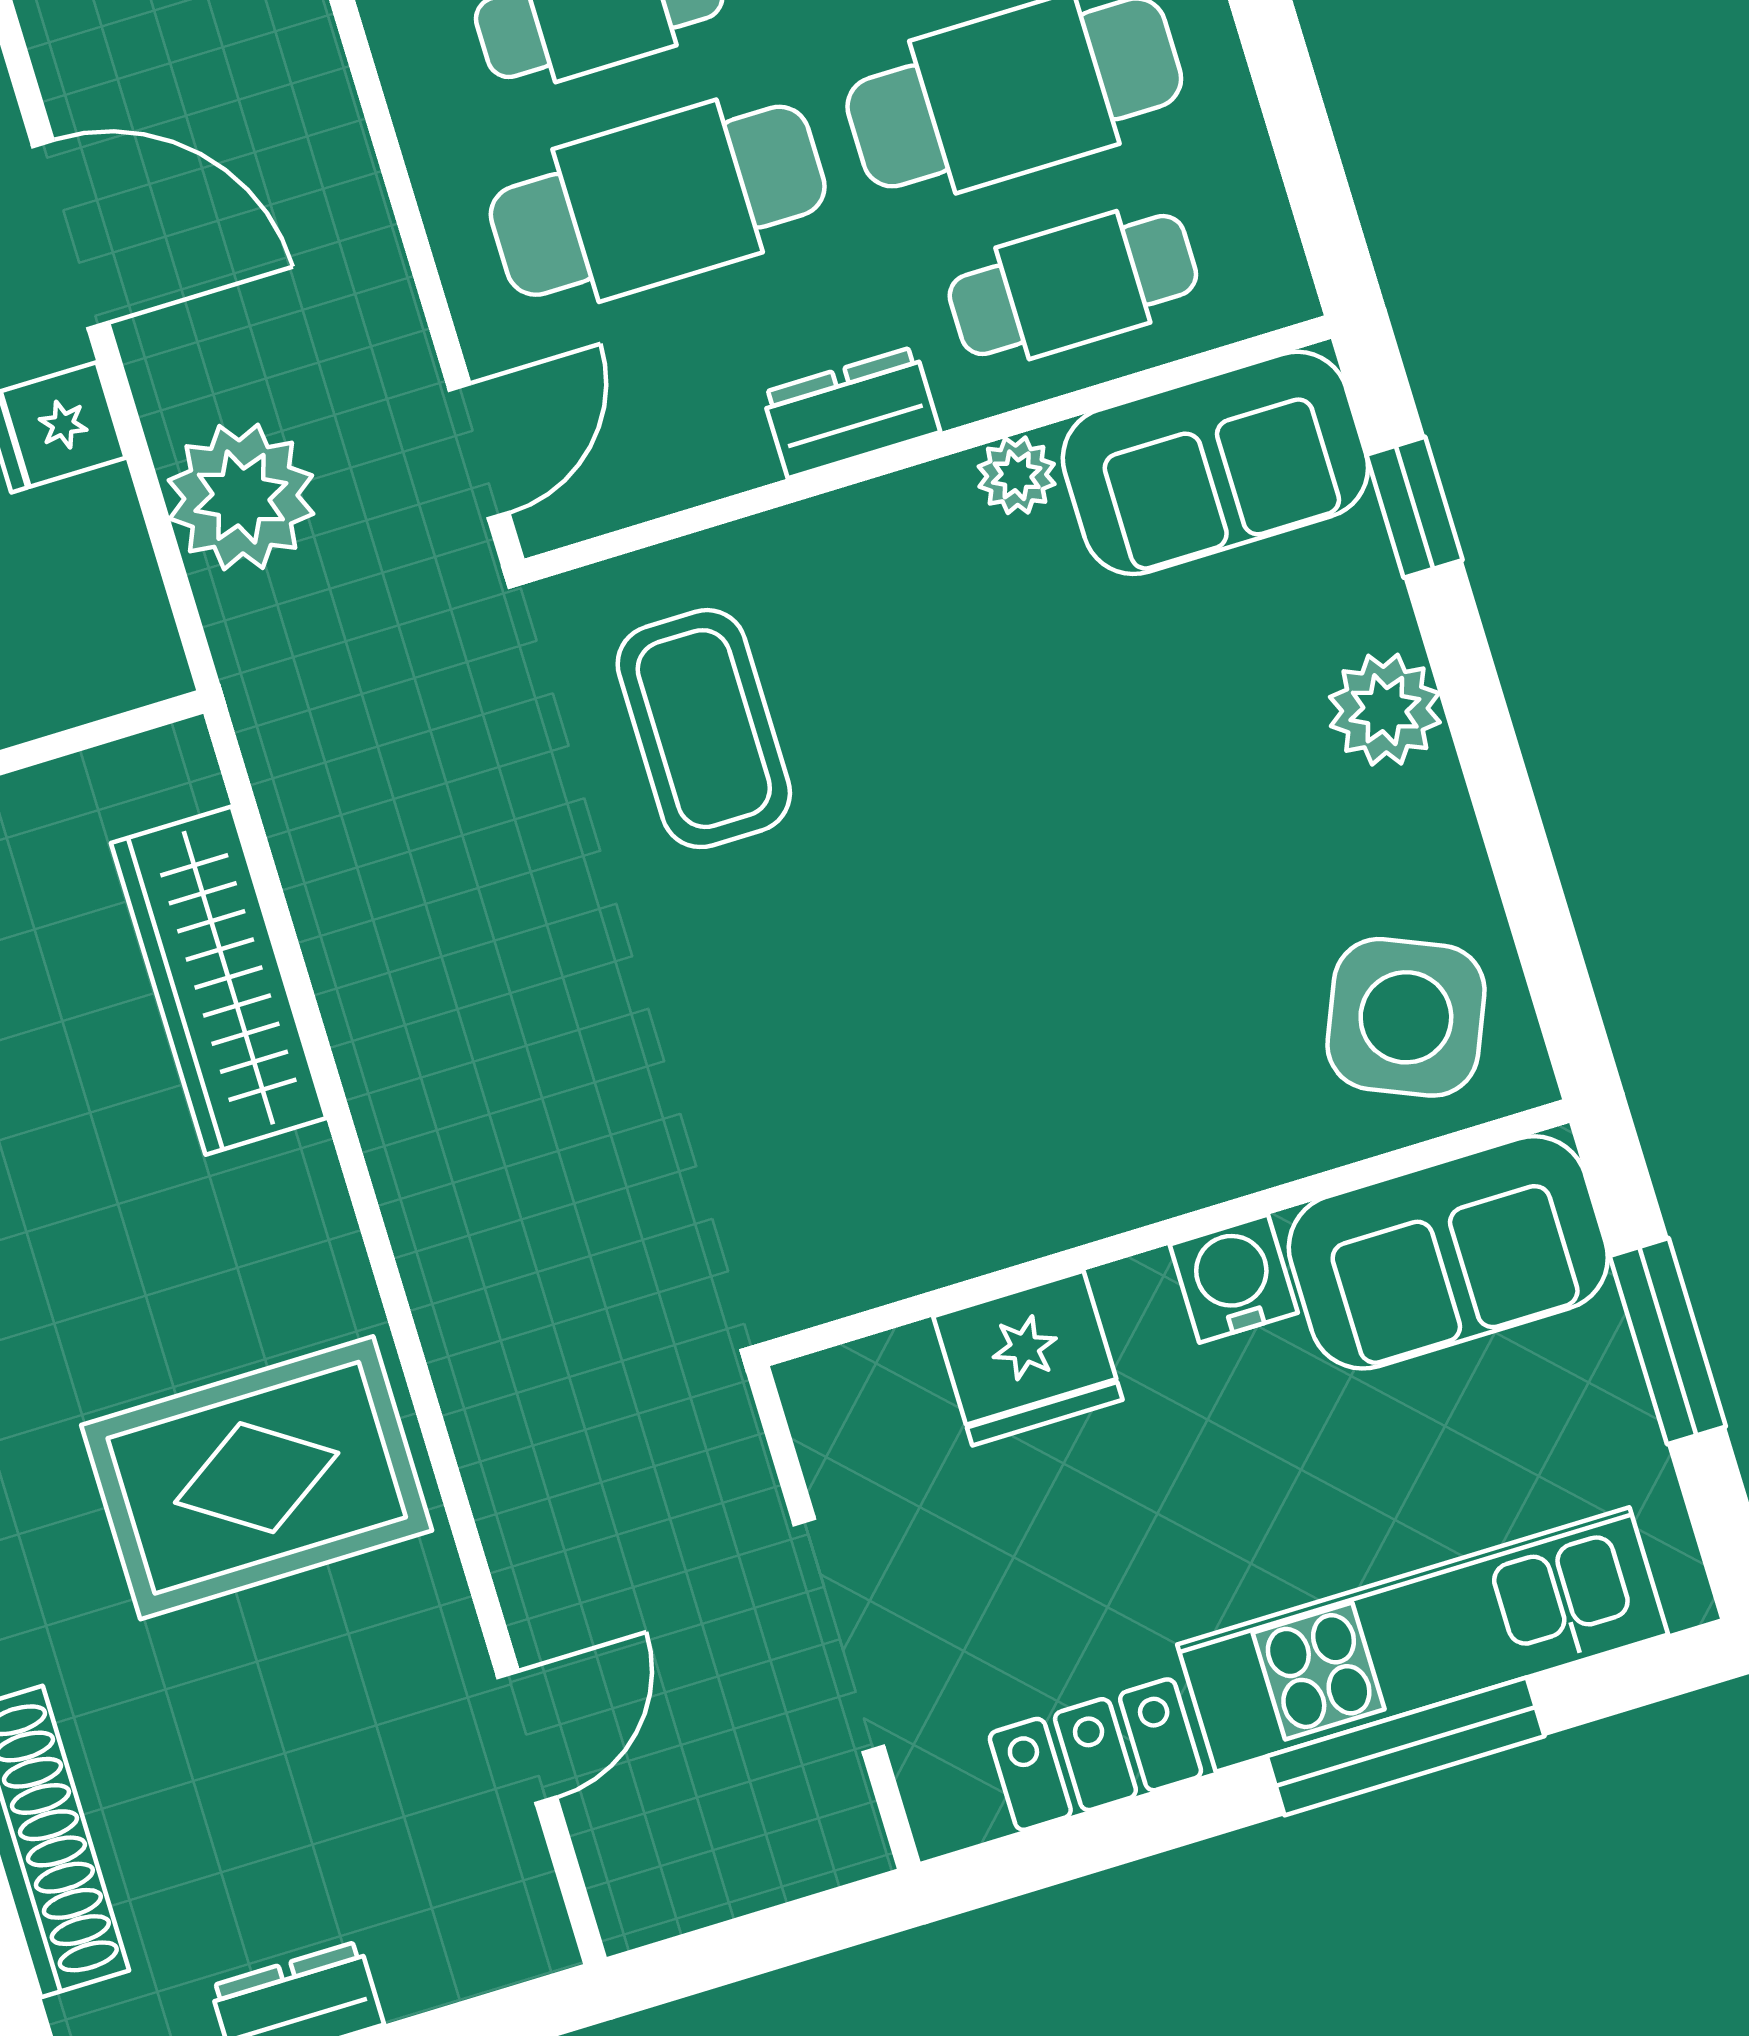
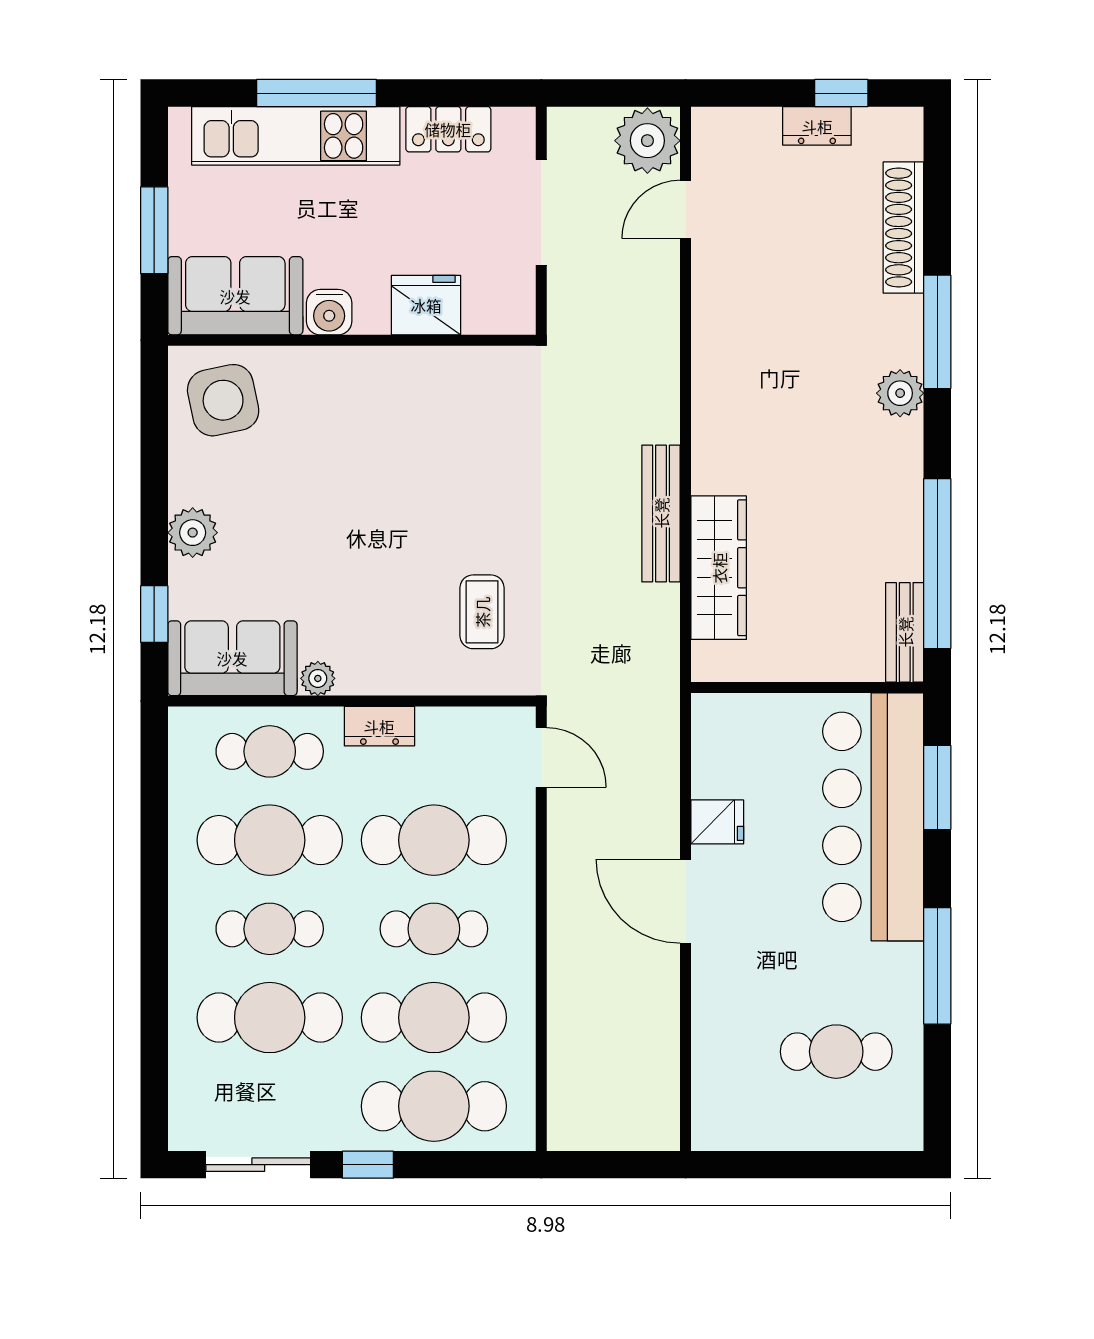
door: (479, 451) -> (541, 757), swing flipped
plant: (241, 497) -> (647, 141), moved
coffee table: (704, 729) -> (482, 612), width x0.73, depth x0.77
side table: (1406, 1017) -> (223, 400), turned -35
bench: (380, 1060) -> (661, 513), added
rug: (257, 1478) -> (766, 353), removed

